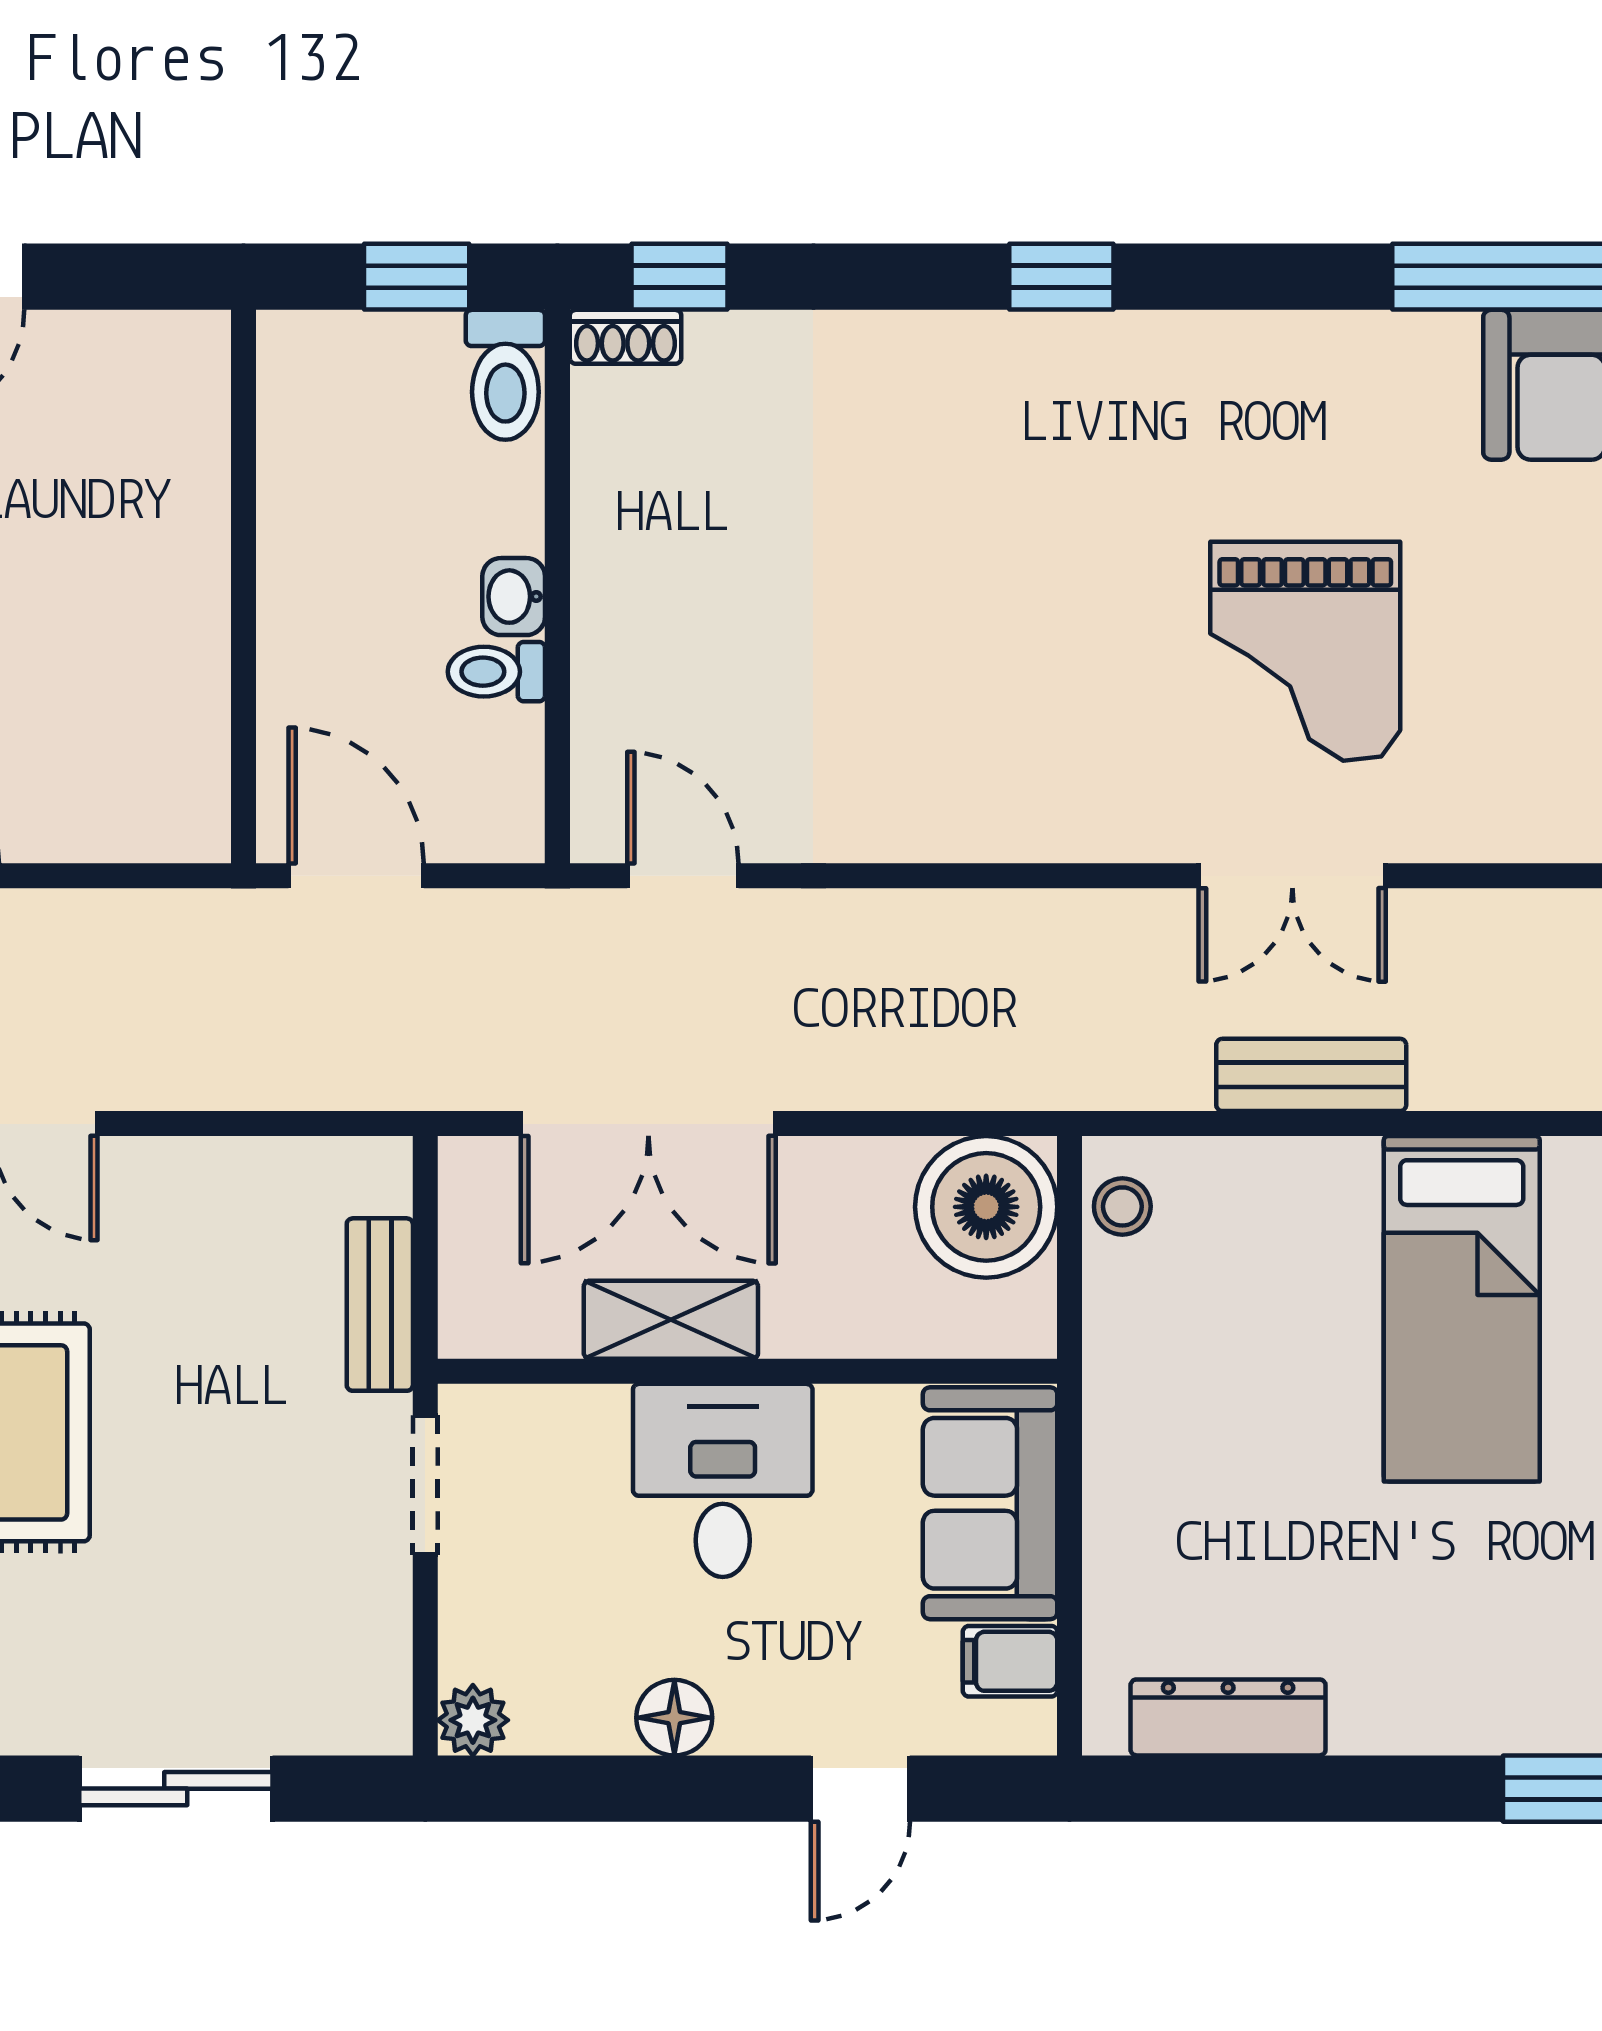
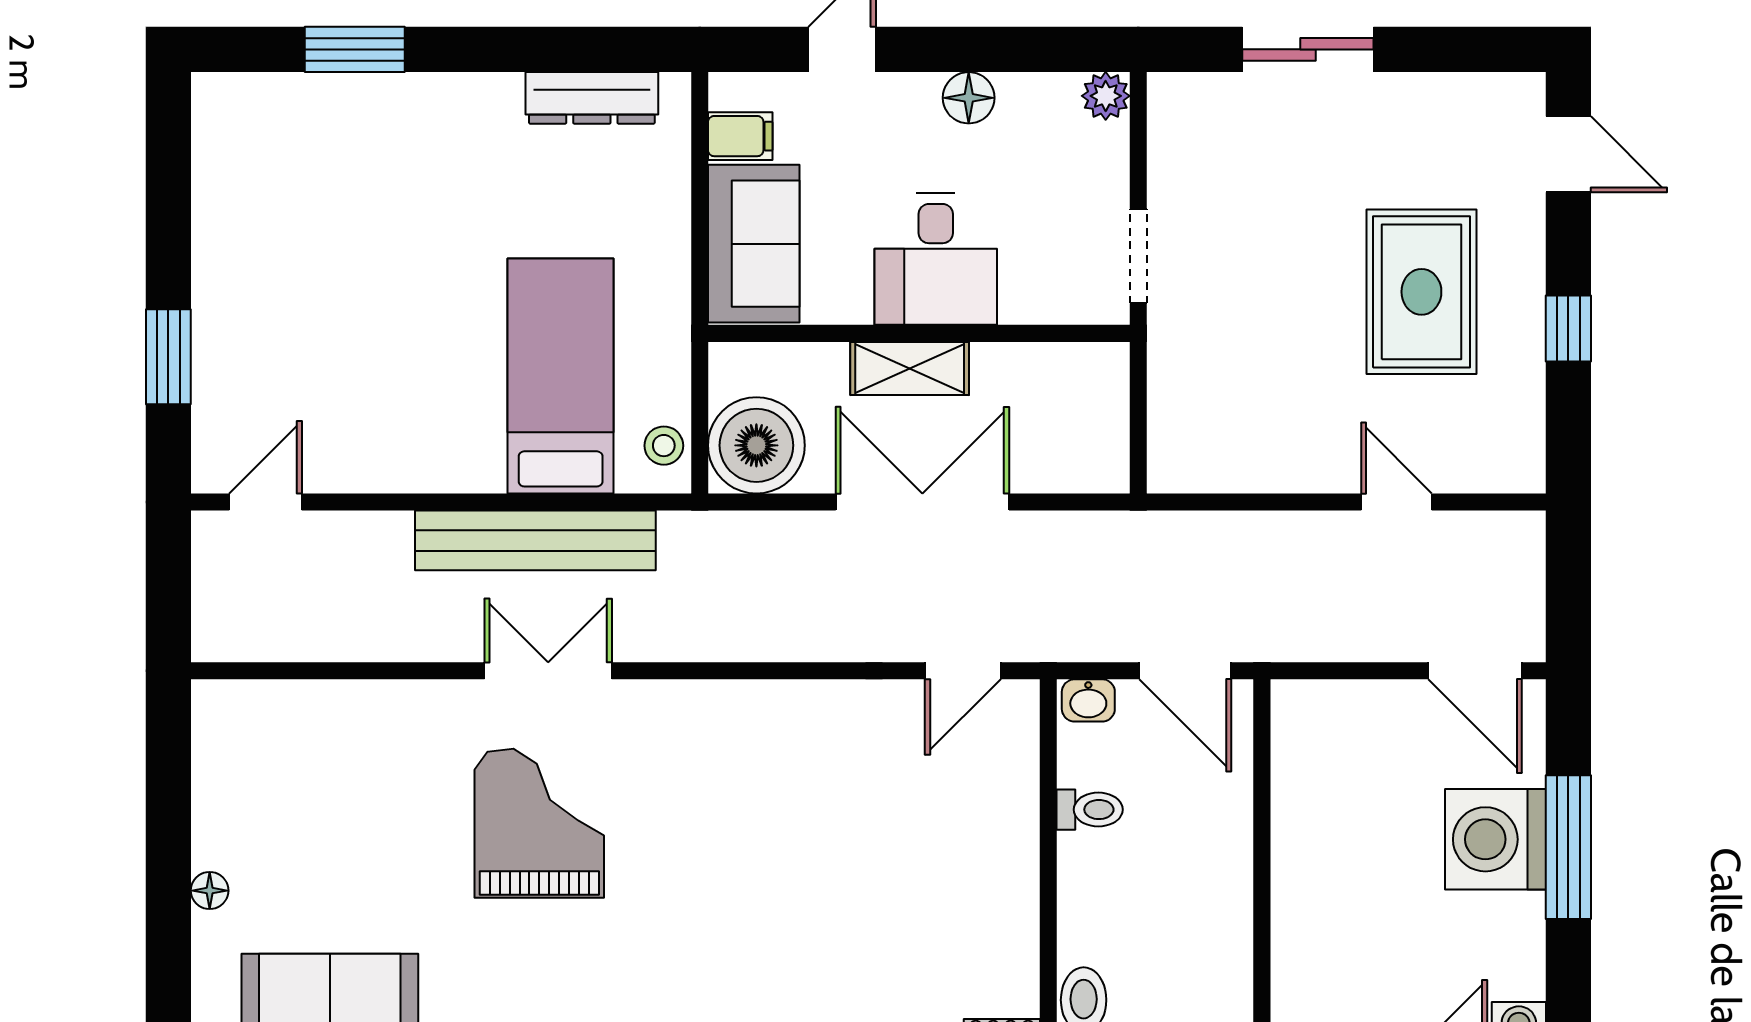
washbasin: (514, 597) -> (1088, 700), moved, turned 90
door: (683, 876) -> (963, 671), hinge flipped
bench: (1311, 1075) -> (535, 540), width x1.86, depth x1.21
double door: (648, 1124) -> (922, 502), moved
bench: (380, 1305) -> (1169, 379), removed
bed: (1462, 1309) -> (561, 376), moved
shelving: (671, 1320) -> (910, 368), moved

